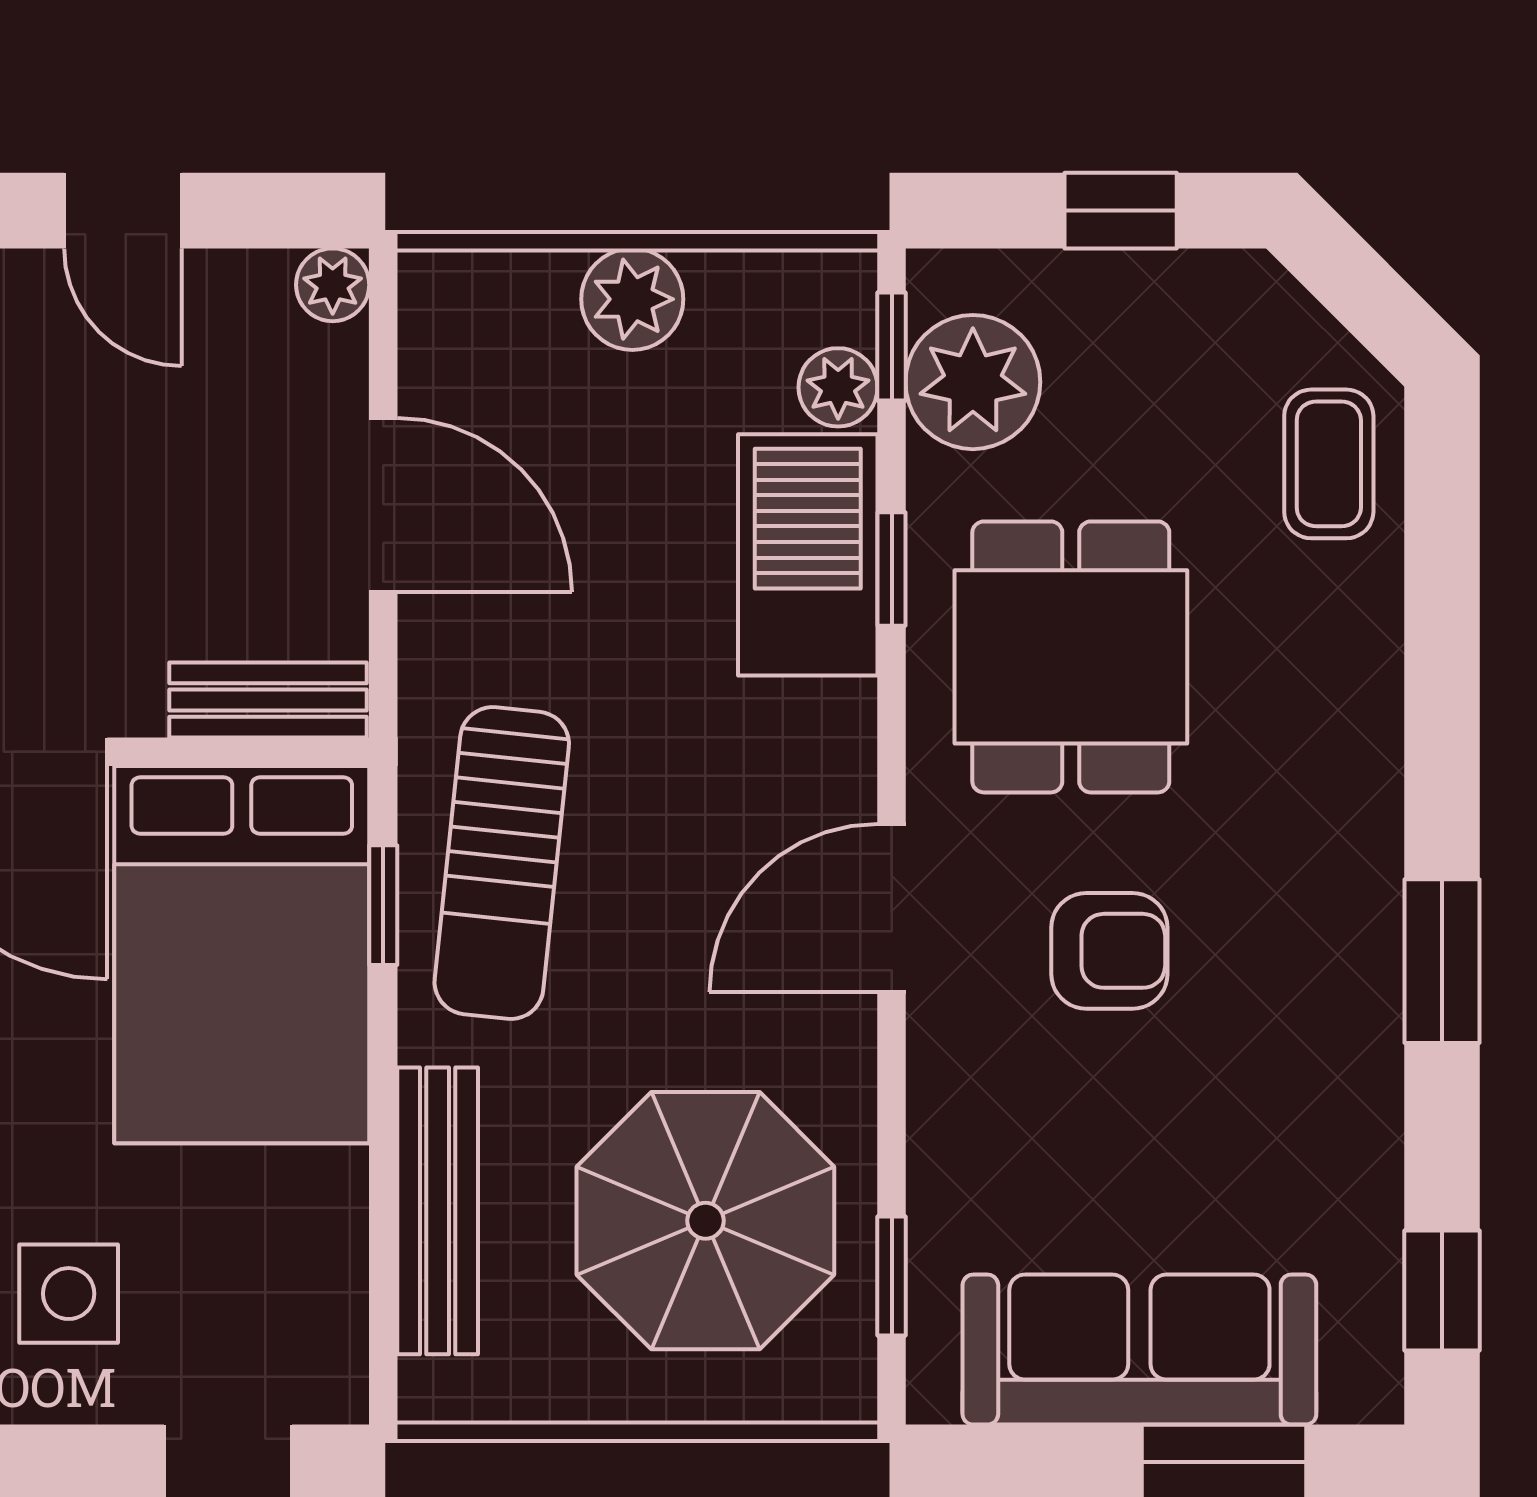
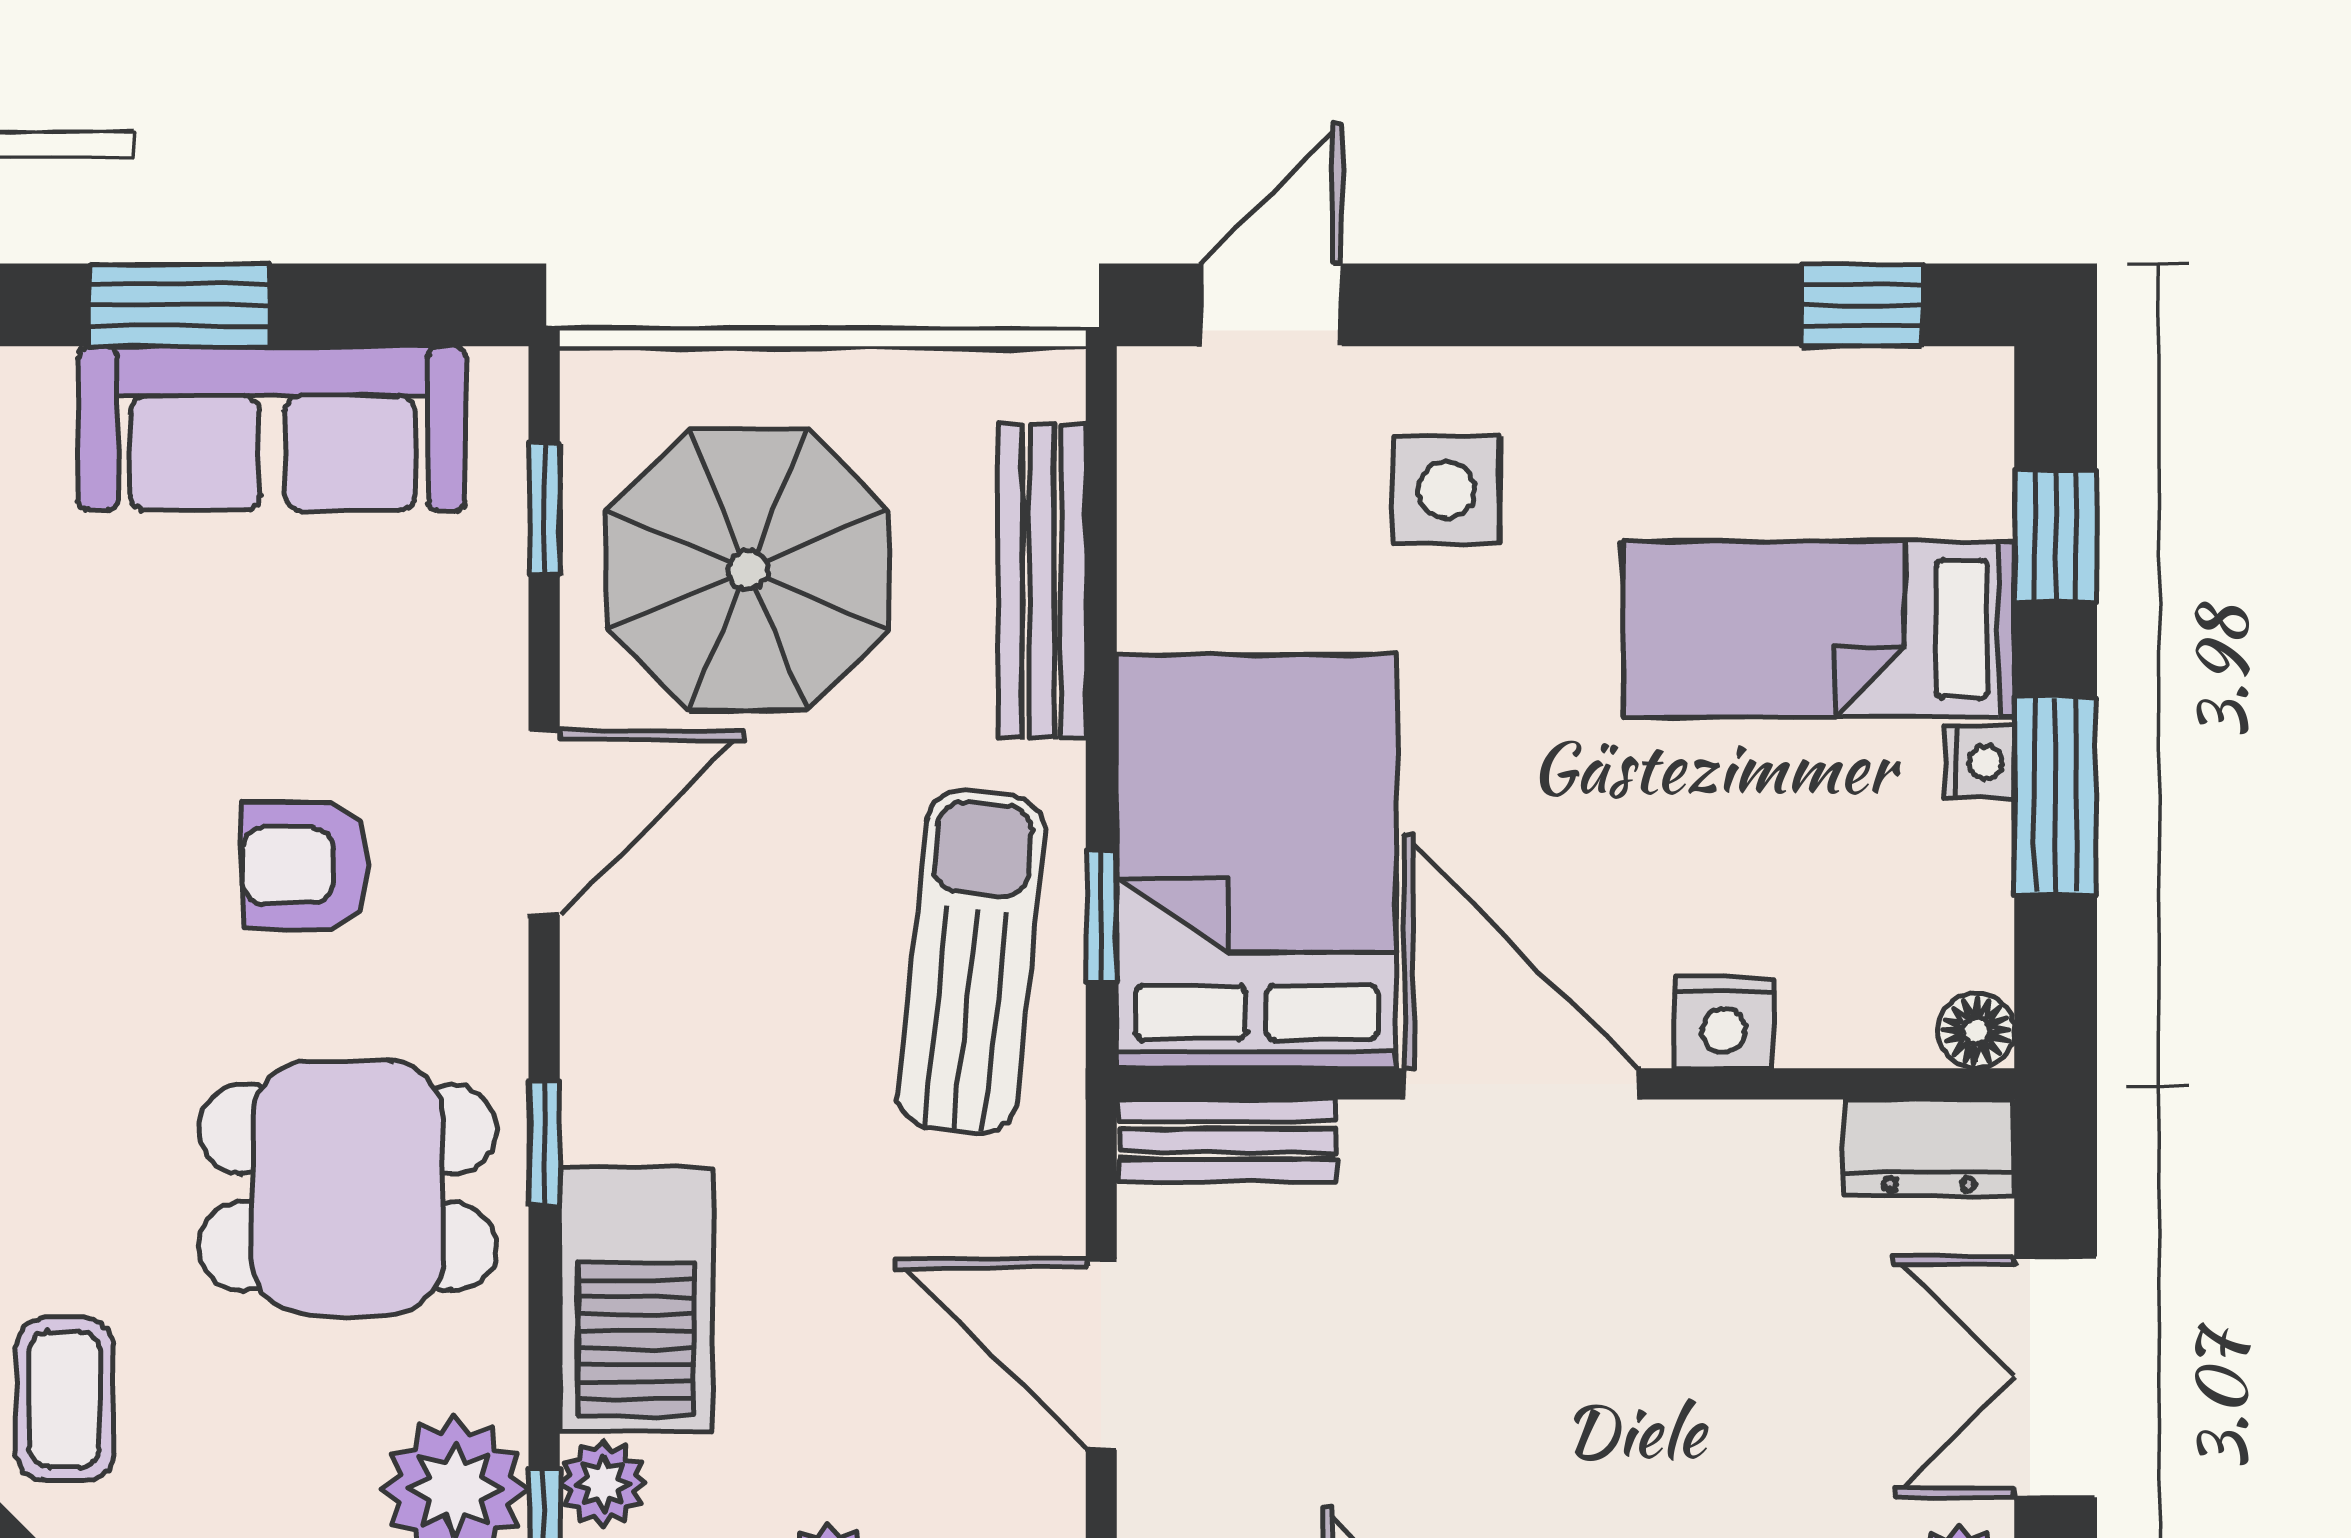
window: (892, 569) -> (544, 1143), moved
dining table: (1071, 657) -> (348, 1188), turned 90
door: (892, 908) -> (544, 823), moved

